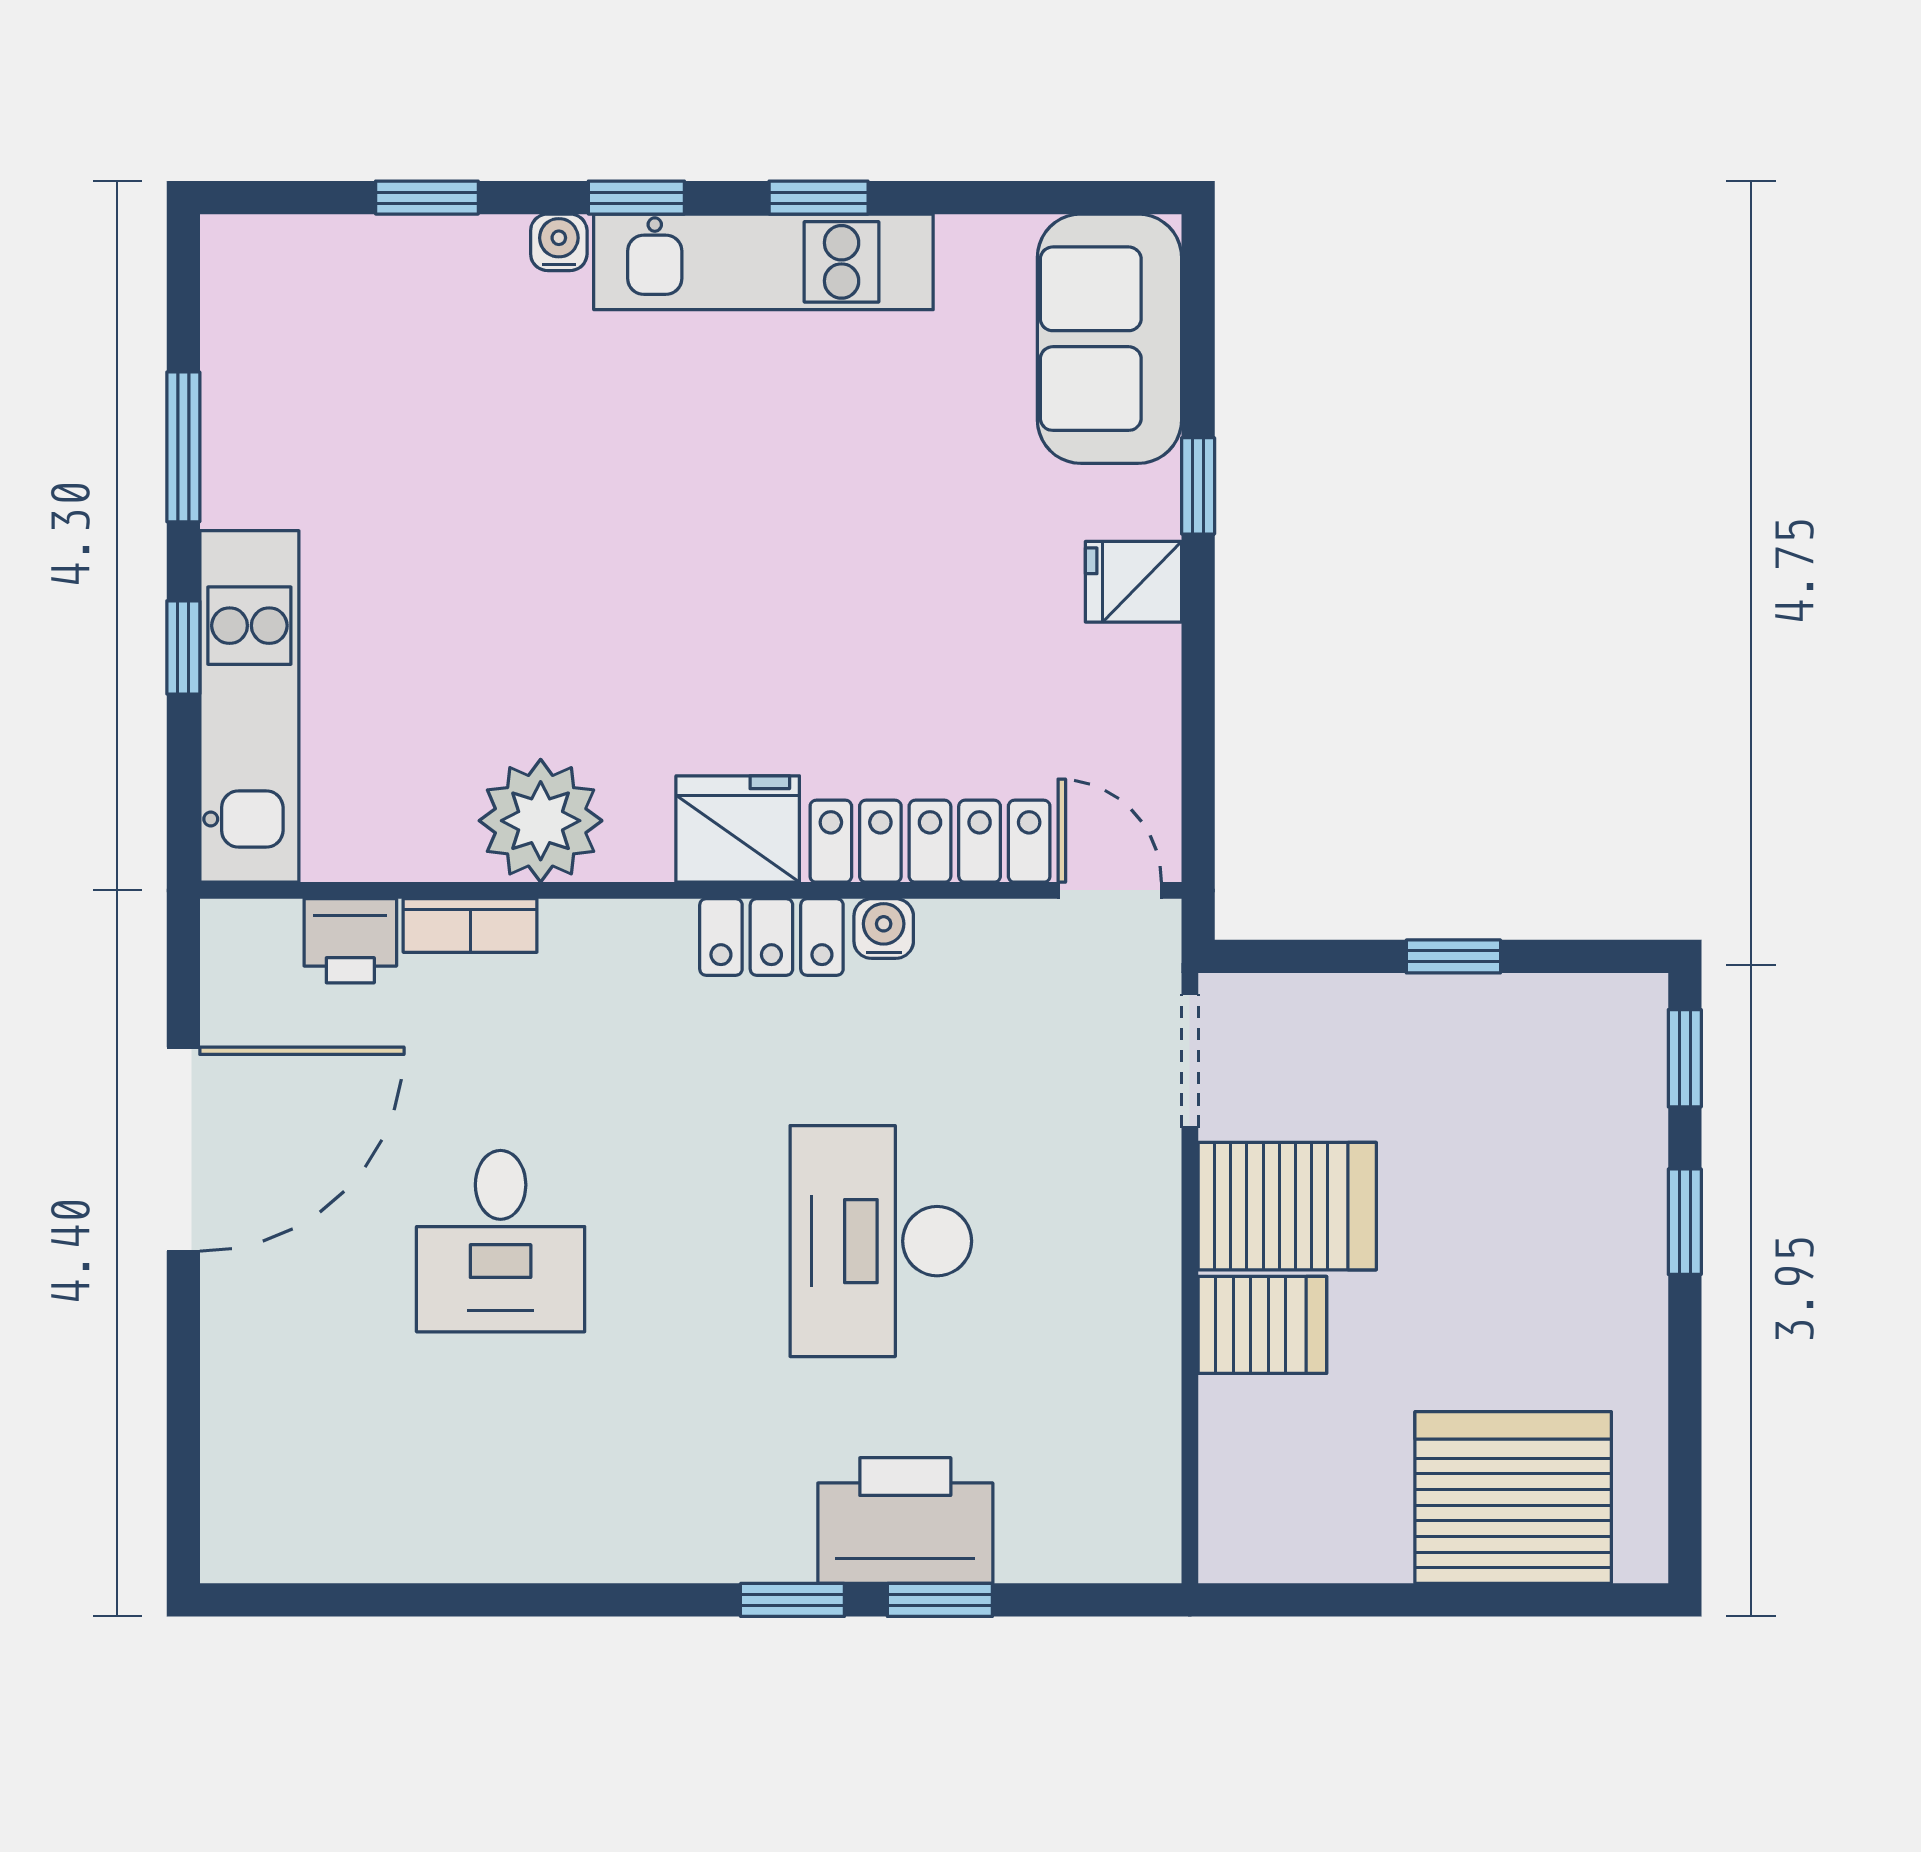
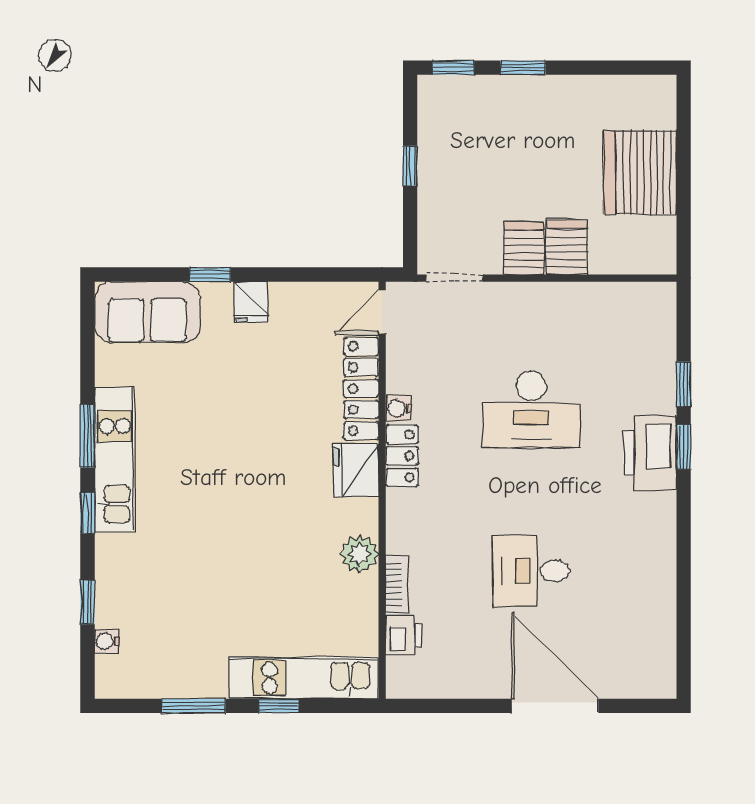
window: (819, 198) -> (87, 436), width x1.50
water cooler: (559, 242) -> (107, 641), moved
plant: (541, 821) -> (359, 554), width x0.73, depth x0.73
door: (183, 1149) -> (555, 706), moved
server rack: (1287, 1206) -> (524, 248), width x0.73, depth x0.70
desk: (501, 1241) -> (531, 571), turned 180
server rack: (1513, 1498) -> (640, 173), moved
printer: (905, 1521) -> (650, 453), moved

